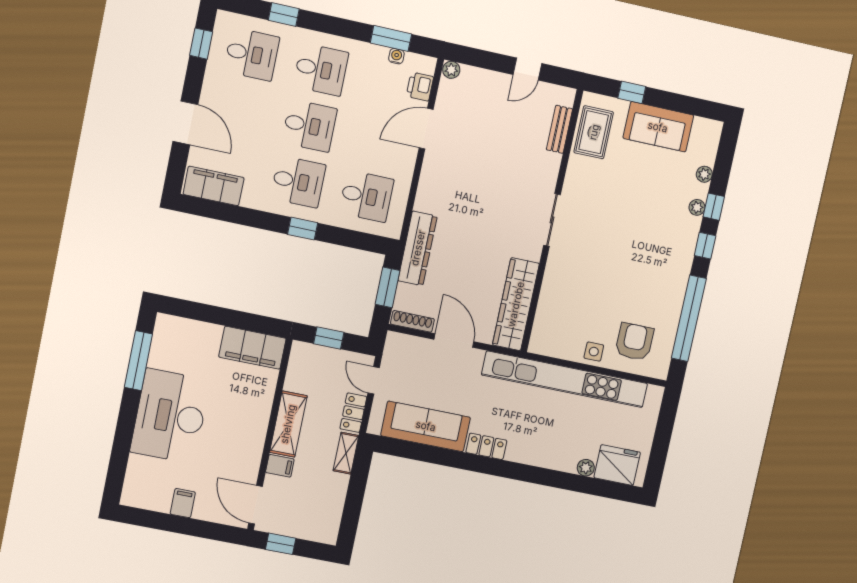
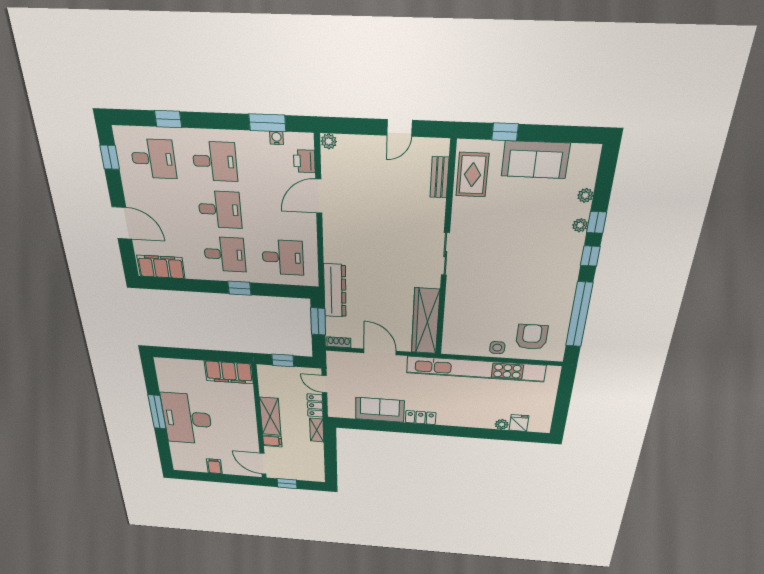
shoe rack: (412, 321) -> (339, 342), width x0.70
window: (138, 361) -> (157, 412), moved
sofa: (426, 426) -> (380, 410), width x0.73
fridge: (617, 465) -> (519, 423), width x0.53, depth x0.75

